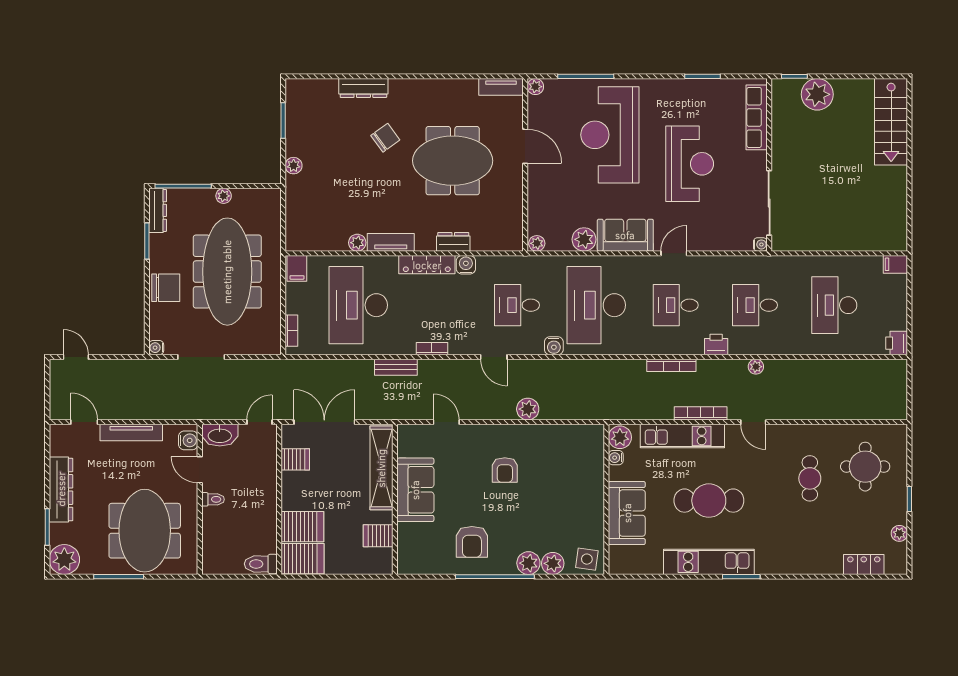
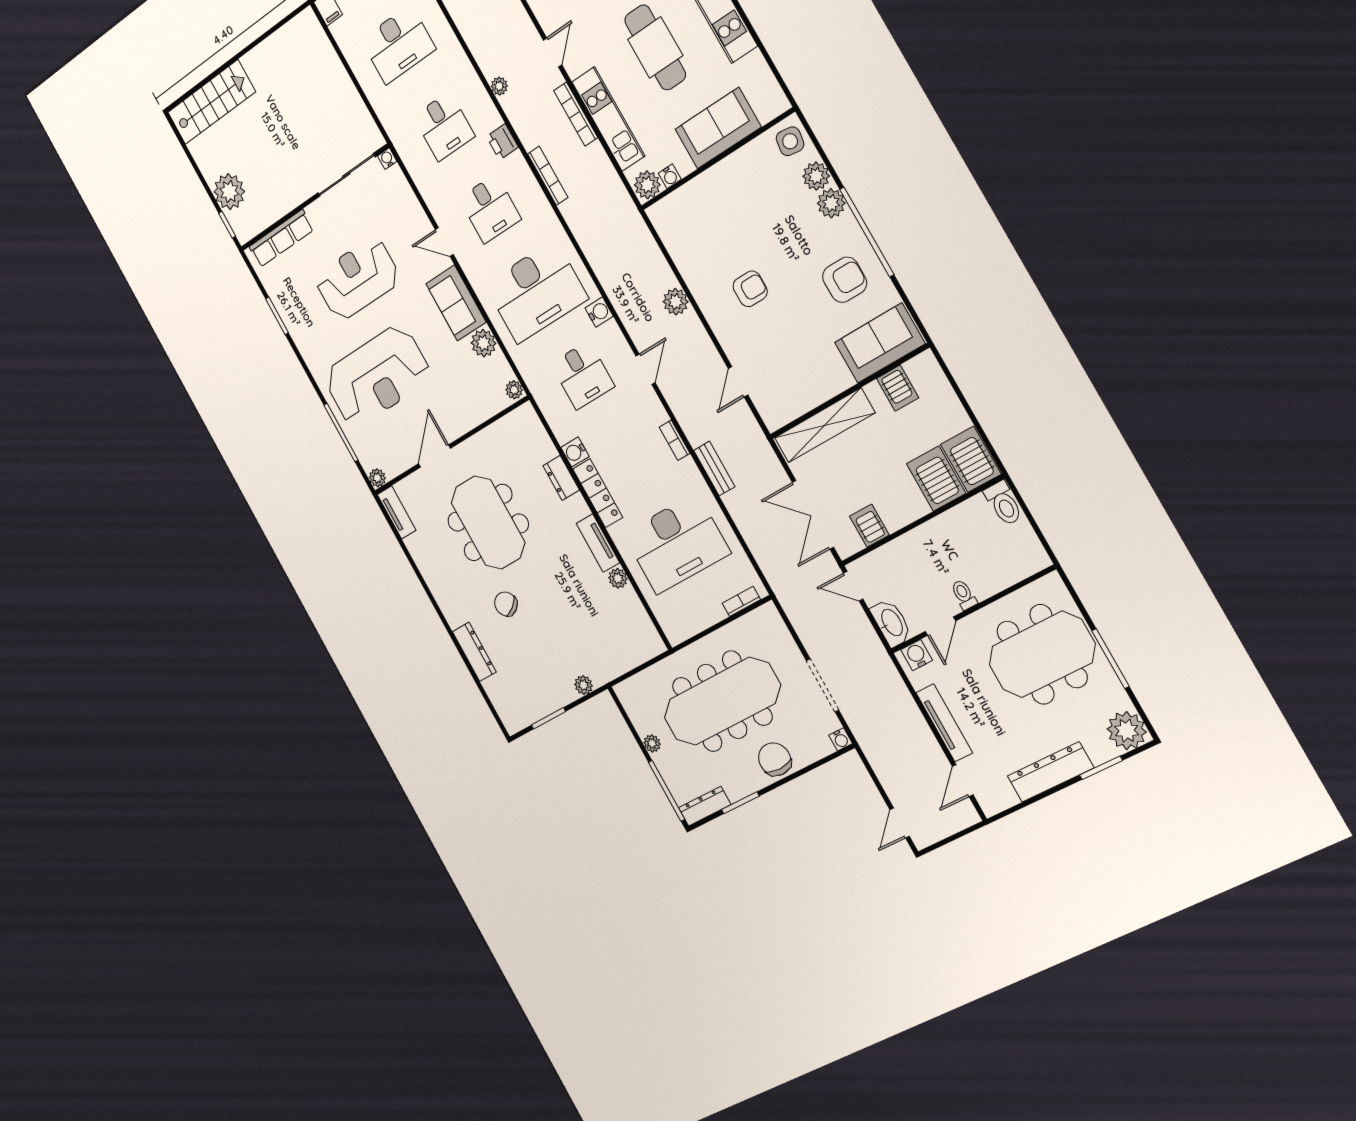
filing cabinet: (297, 268) -> (678, 629), removed
sofa: (415, 490) -> (880, 343), moved

